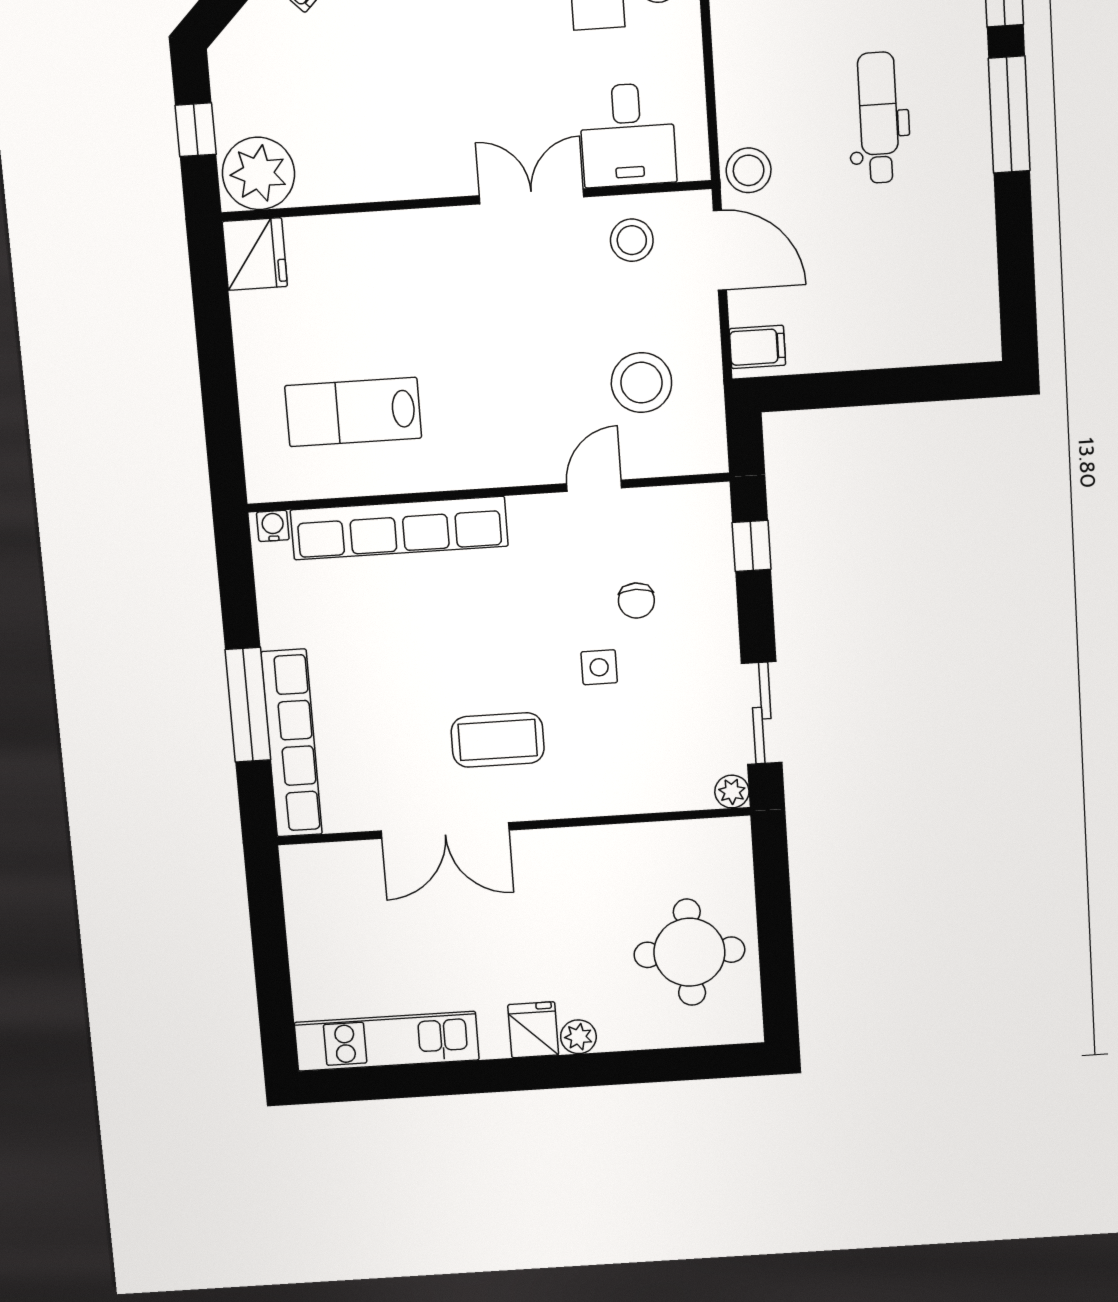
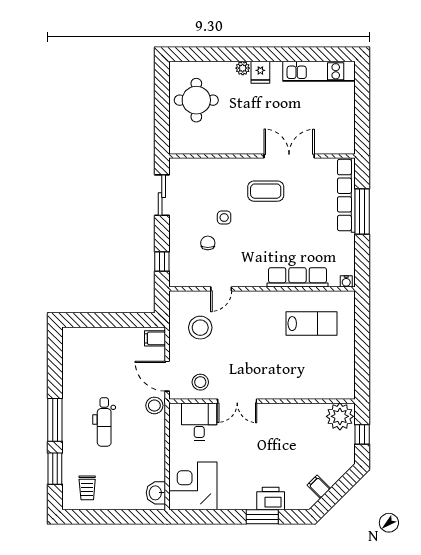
fridge: (255, 254) -> (344, 386), removed
row of seats: (399, 528) -> (297, 277), width x0.73
plant: (732, 792) -> (175, 164), removed

